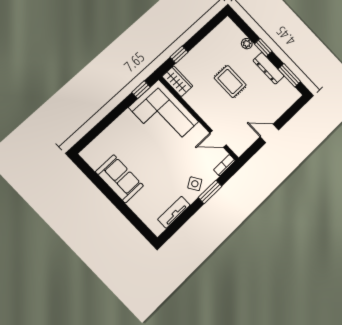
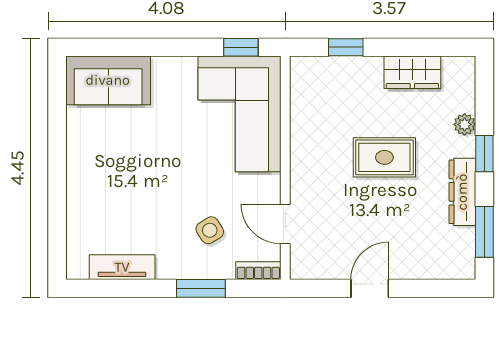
wardrobe: (177, 81) -> (412, 72), moved, turned 90
rug: (230, 82) -> (384, 157), turned 90
door: (269, 133) -> (370, 288), hinge flipped
sofa: (119, 179) -> (108, 80), moved, turned 90
side table: (195, 184) -> (210, 230), moved

